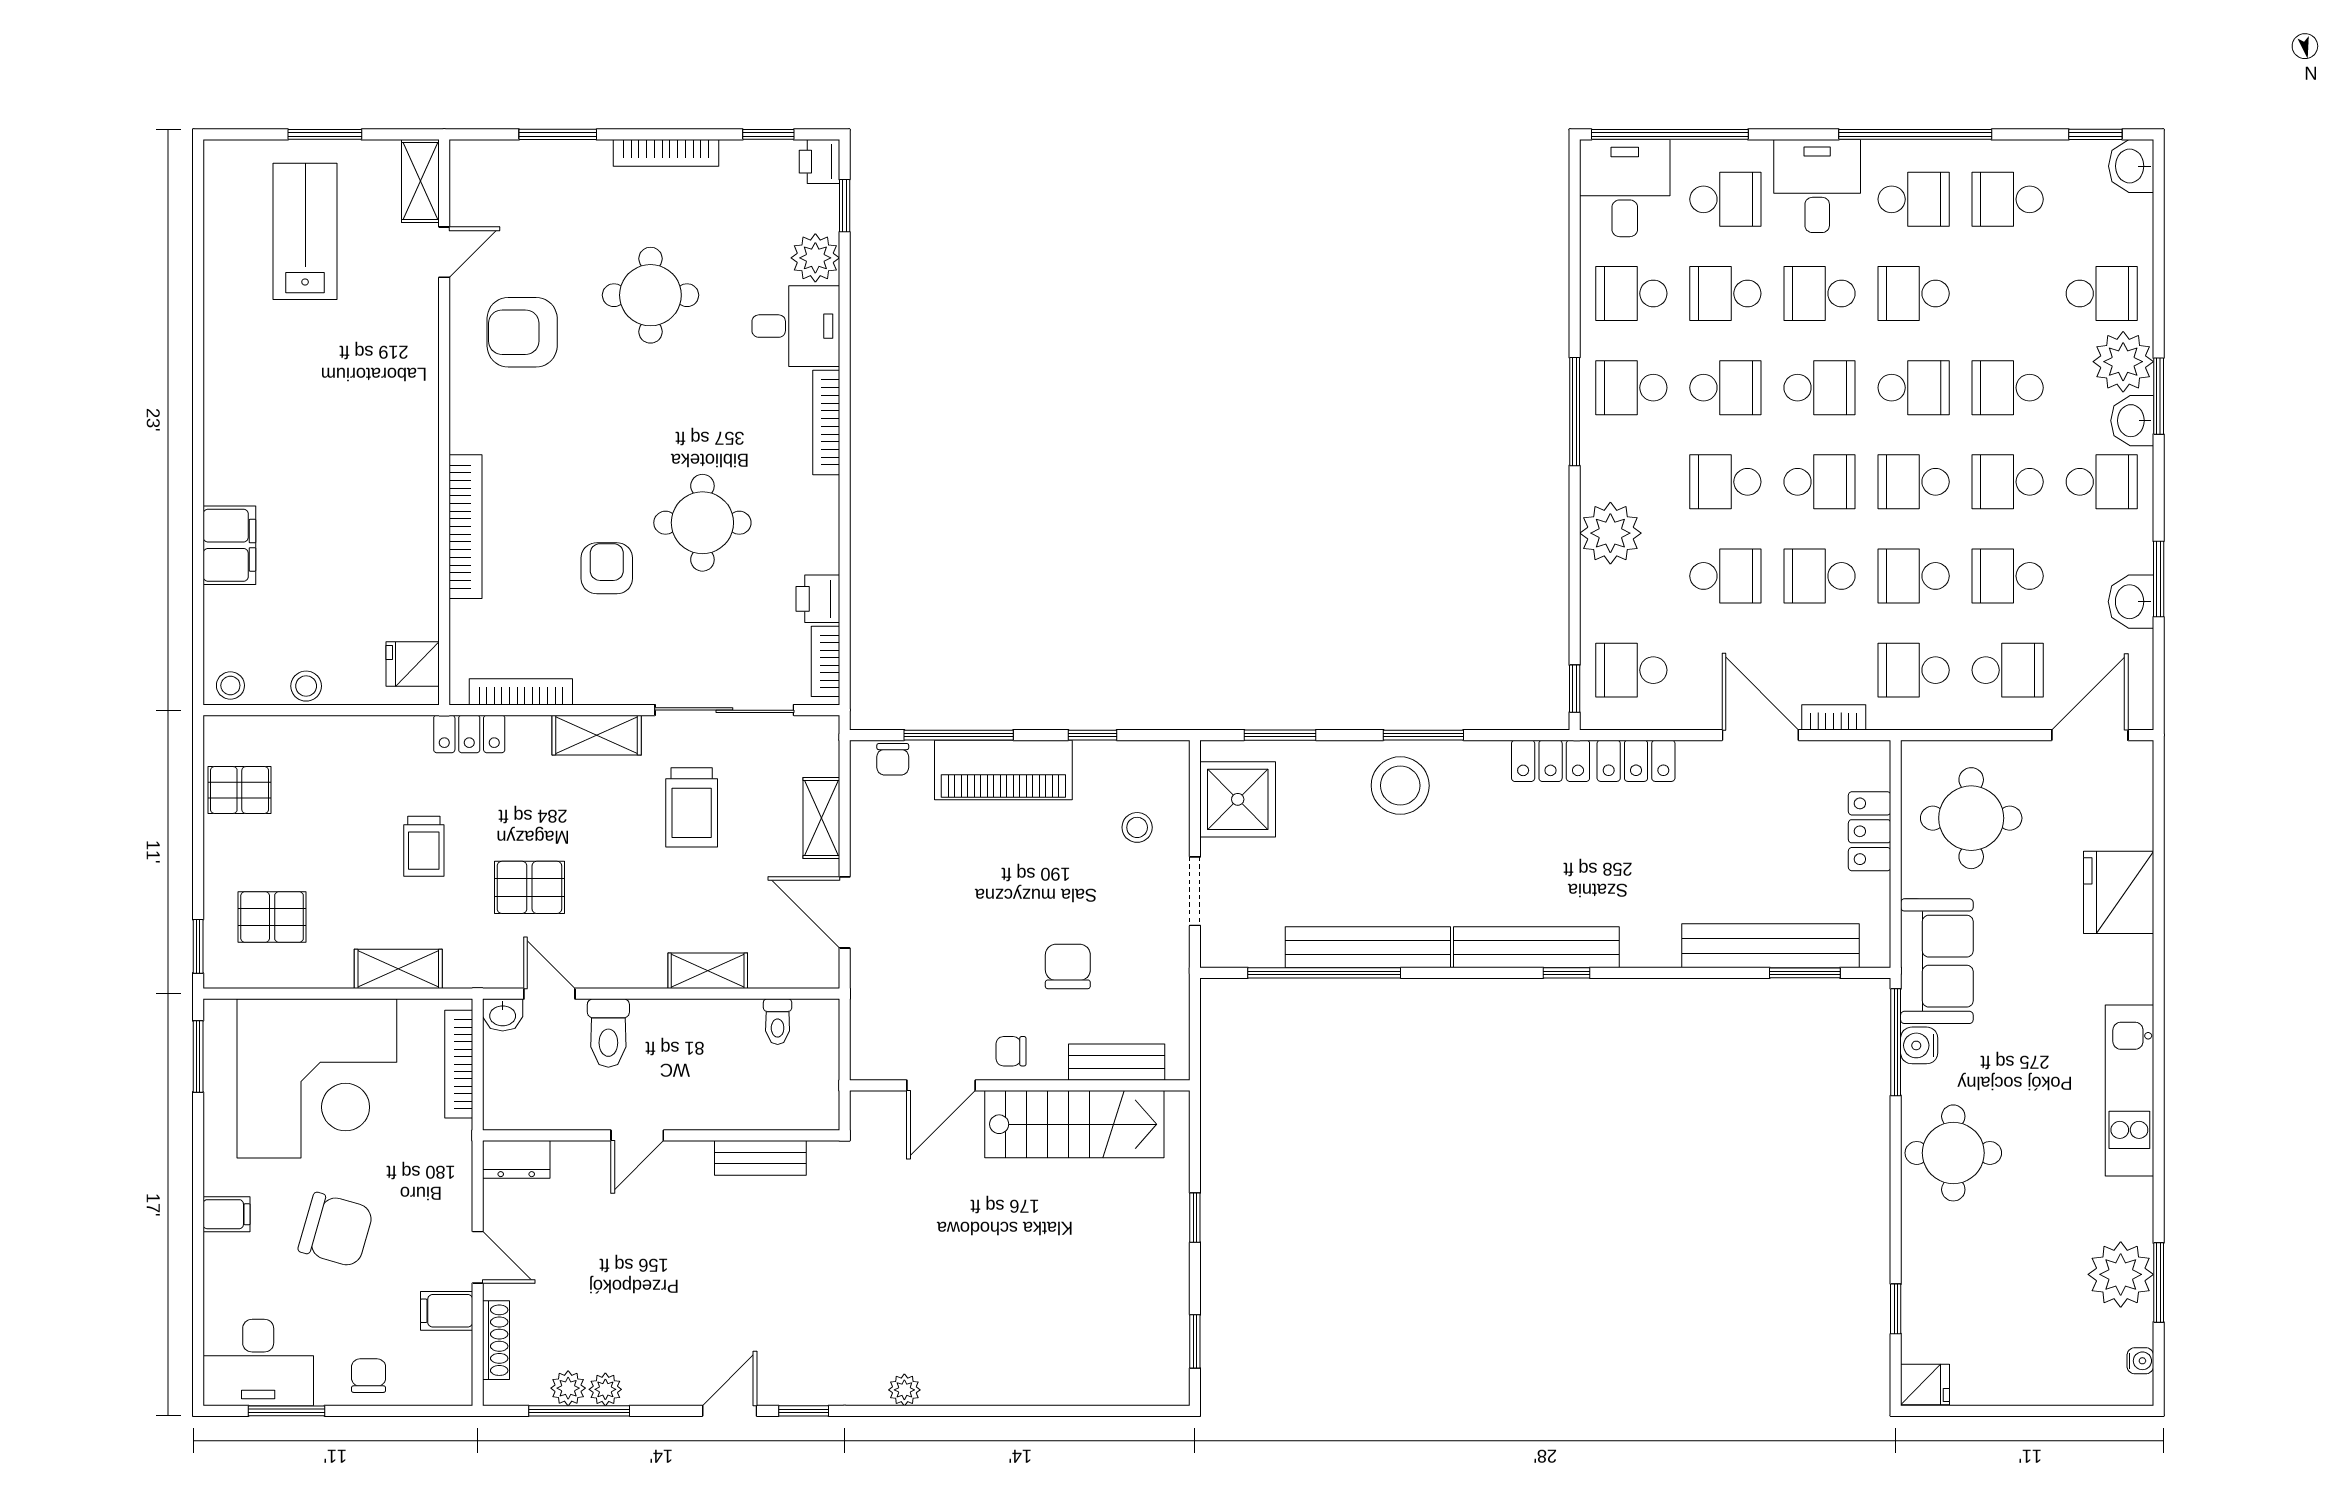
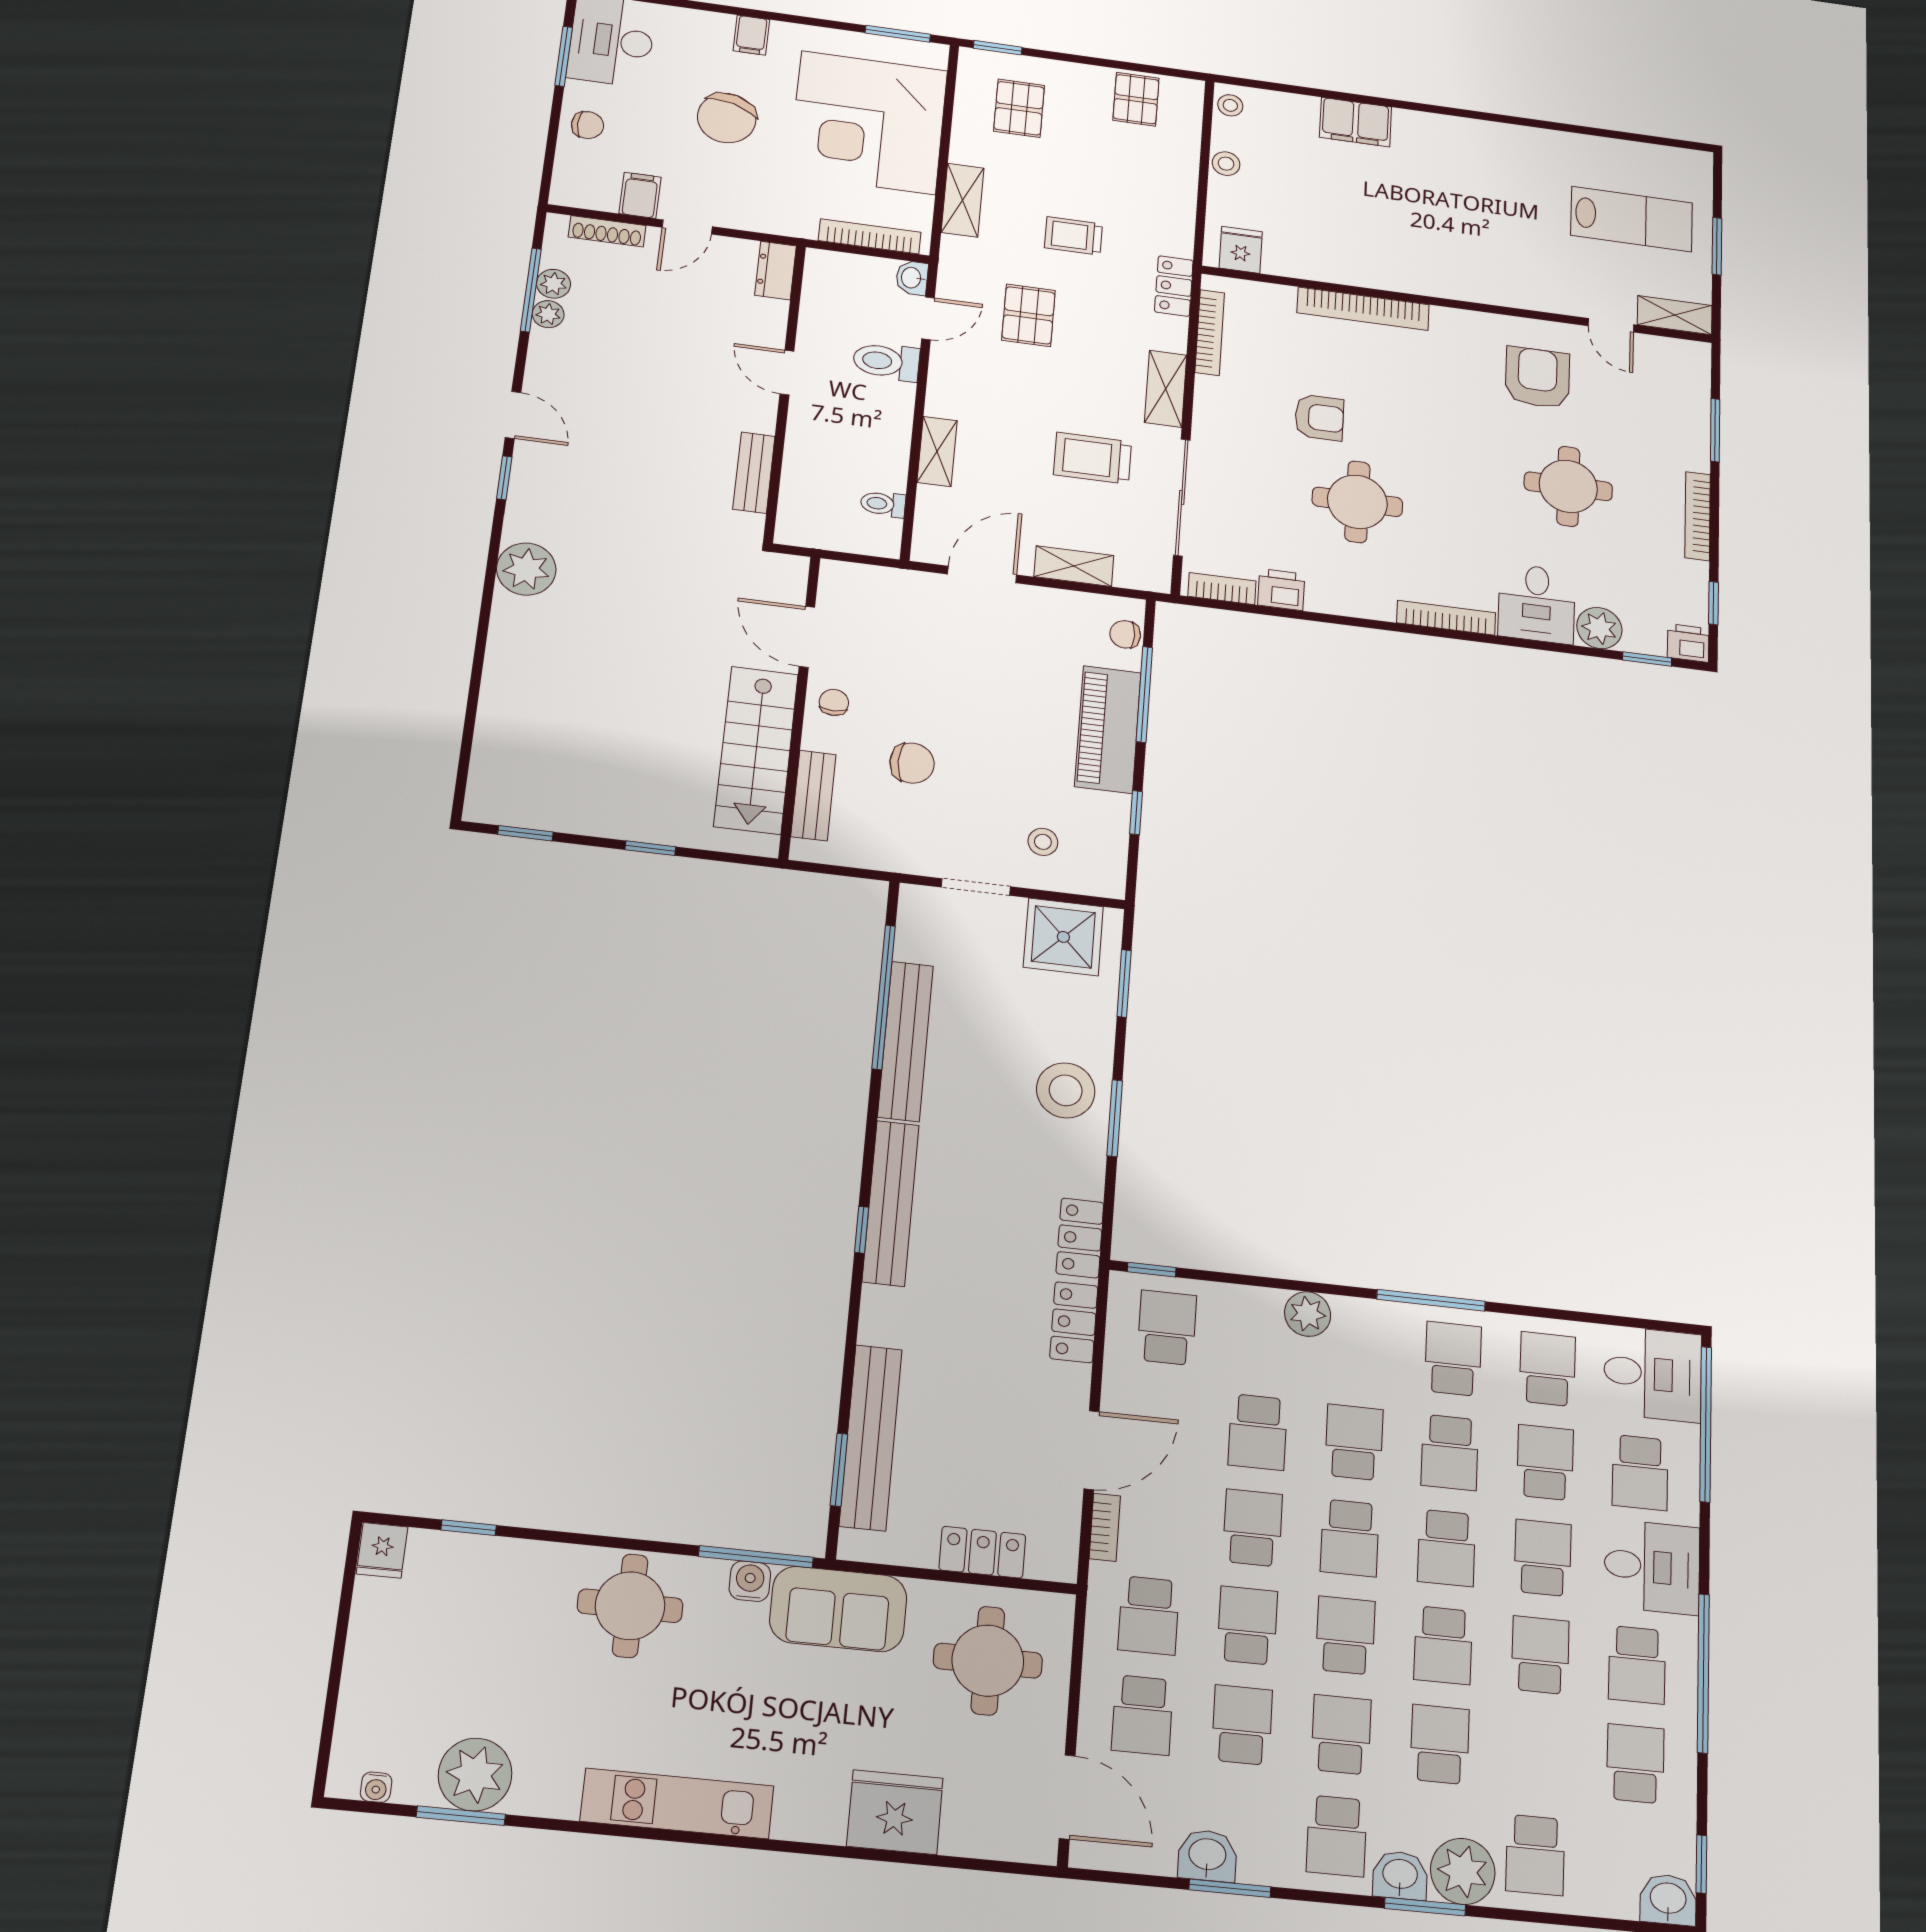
plant: (1610, 533) -> (1308, 1314), width x0.73, depth x0.73
school desk: (1914, 670) -> (1149, 1615), turned 180
plant: (904, 1390) -> (526, 569), width x1.88, depth x1.88

